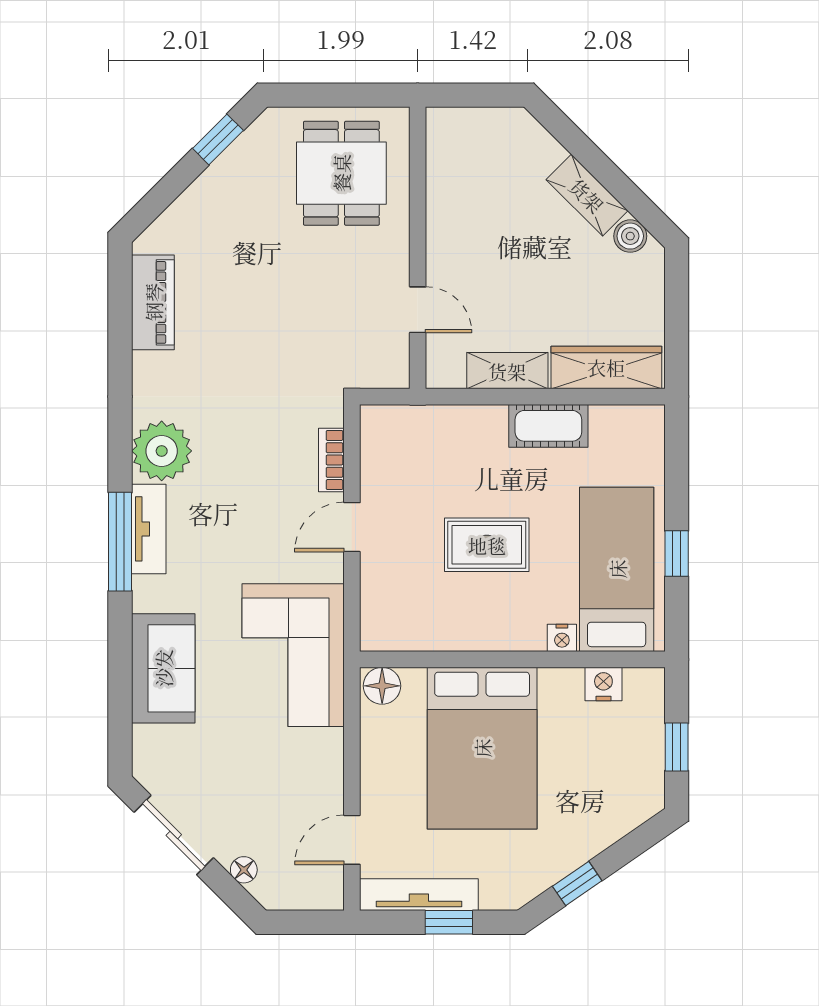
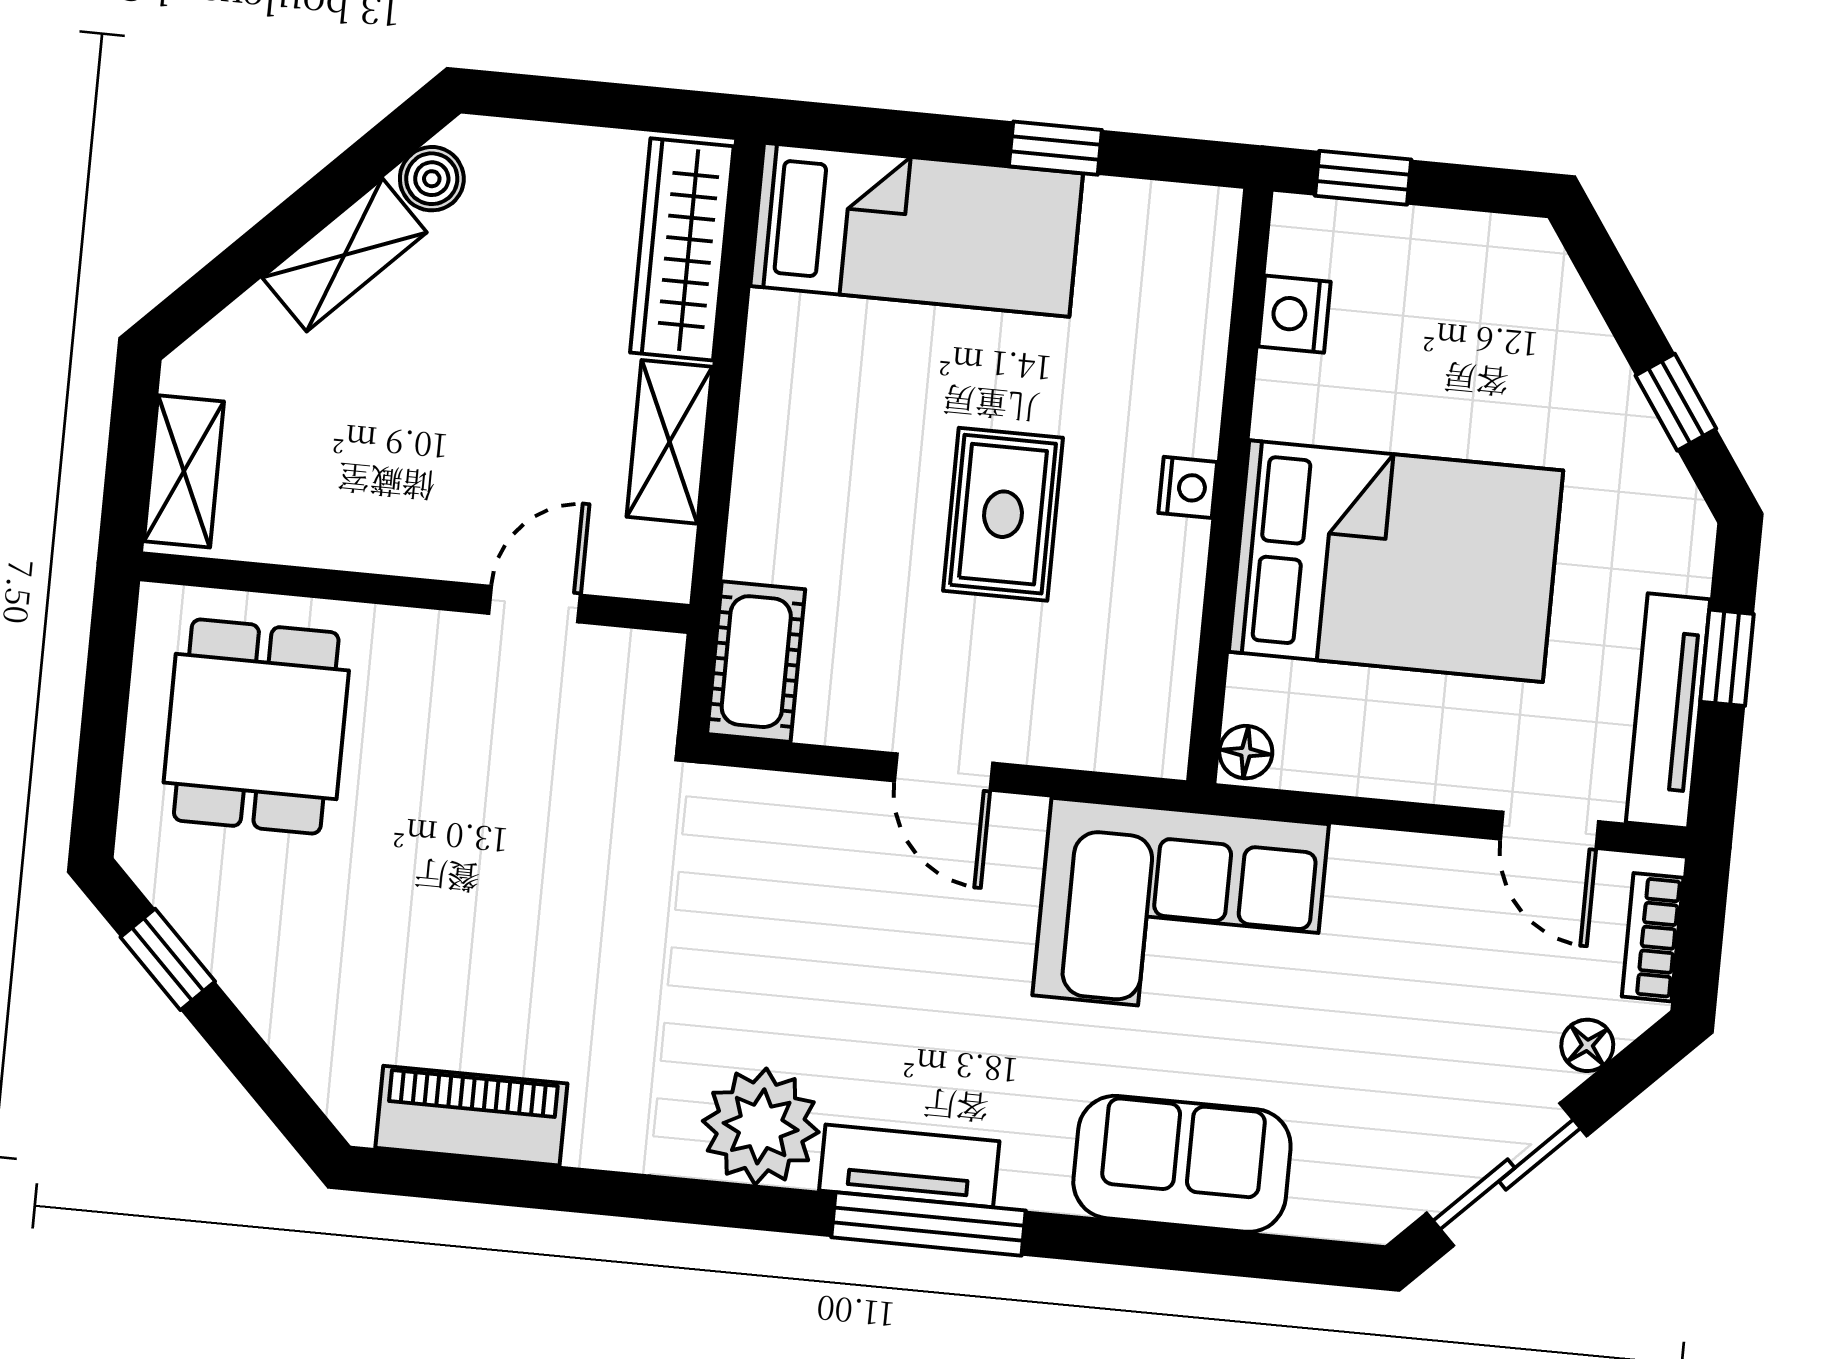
shelving: (468, 124) -> (184, 471), added
dining table: (341, 173) -> (256, 727), turned 90
cot: (548, 426) -> (756, 662), moved
bookcase: (331, 460) -> (1653, 937), moved, turned 90
bed: (617, 569) -> (917, 230), moved, turned 180
nightstand: (562, 638) -> (1188, 487), moved
floor lamp: (382, 686) -> (1246, 752), width x0.73, depth x0.73
window: (677, 747) -> (1363, 178), moved

